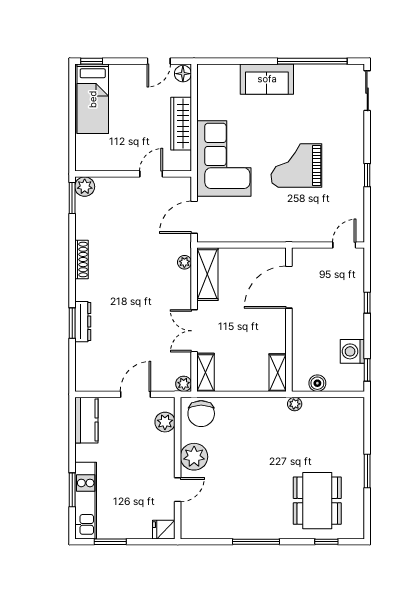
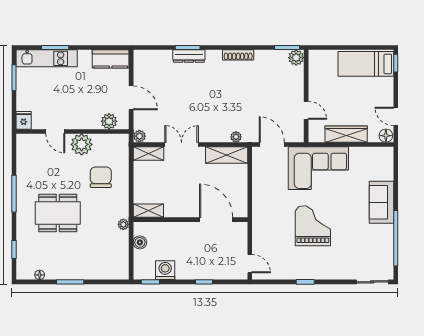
chair: (201, 414) -> (101, 177), moved, turned 90
dining table: (317, 501) -> (58, 213), moved
floor lamp: (358, 509) -> (40, 275), added

